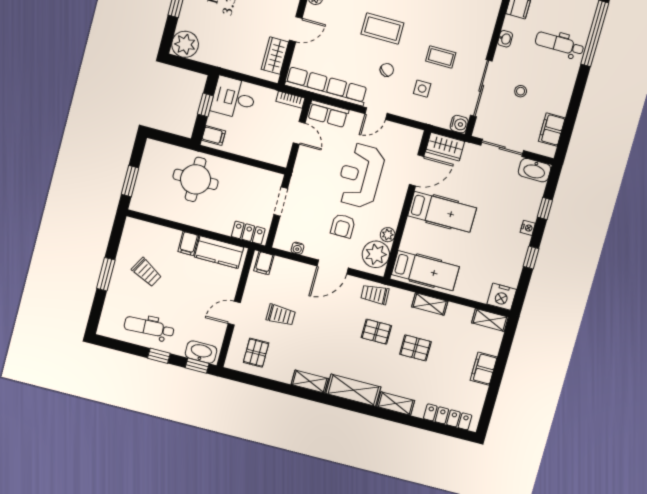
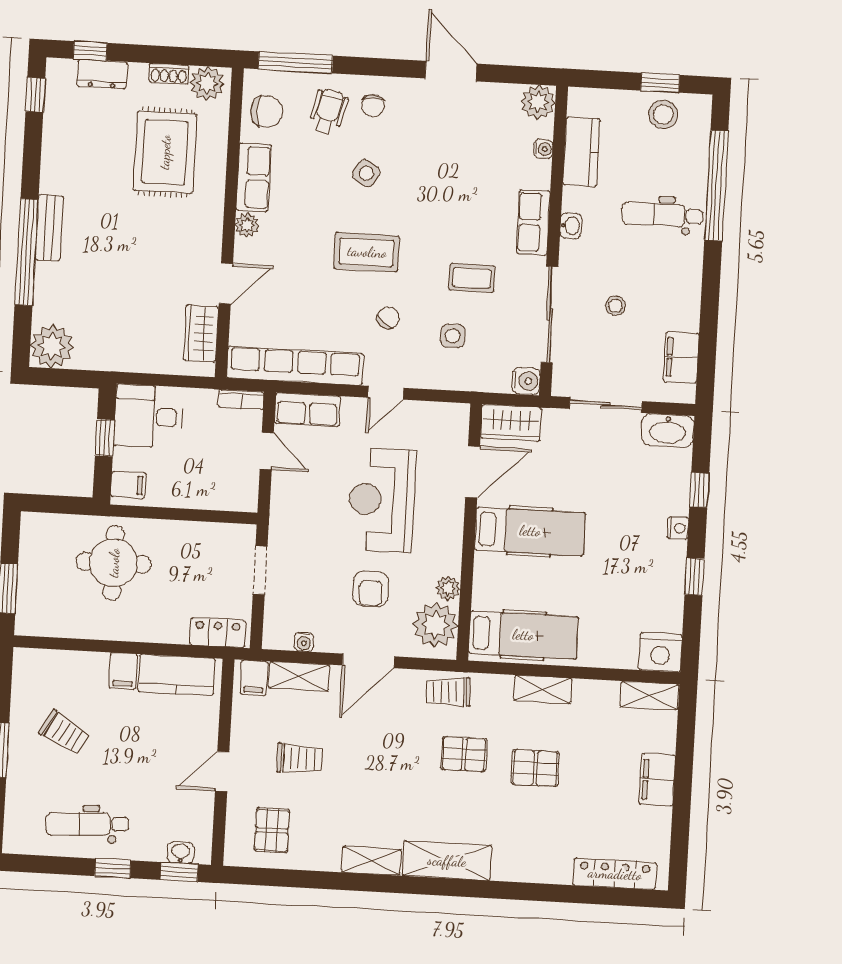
row of seats: (484, 32) -> (533, 222), added
washbasin: (201, 352) -> (181, 853), width x0.52, depth x0.69
shelving: (396, 404) -> (299, 676), moved

